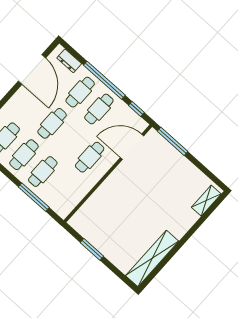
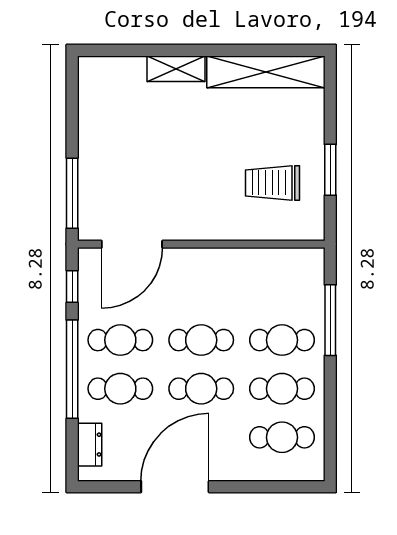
door: (32, 69) -> (175, 487), moved
door: (132, 147) -> (132, 244), hinge flipped
cafe table: (90, 157) -> (201, 340), moved
shelving: (206, 201) -> (176, 69), moved
trolley: (107, 222) -> (272, 183), added

